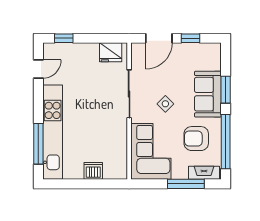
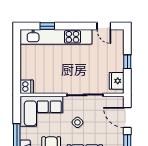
window: (64, 38) -> (127, 62), moved
window: (38, 144) -> (47, 26), width x0.46
dishwasher: (93, 171) -> (27, 87), moved

